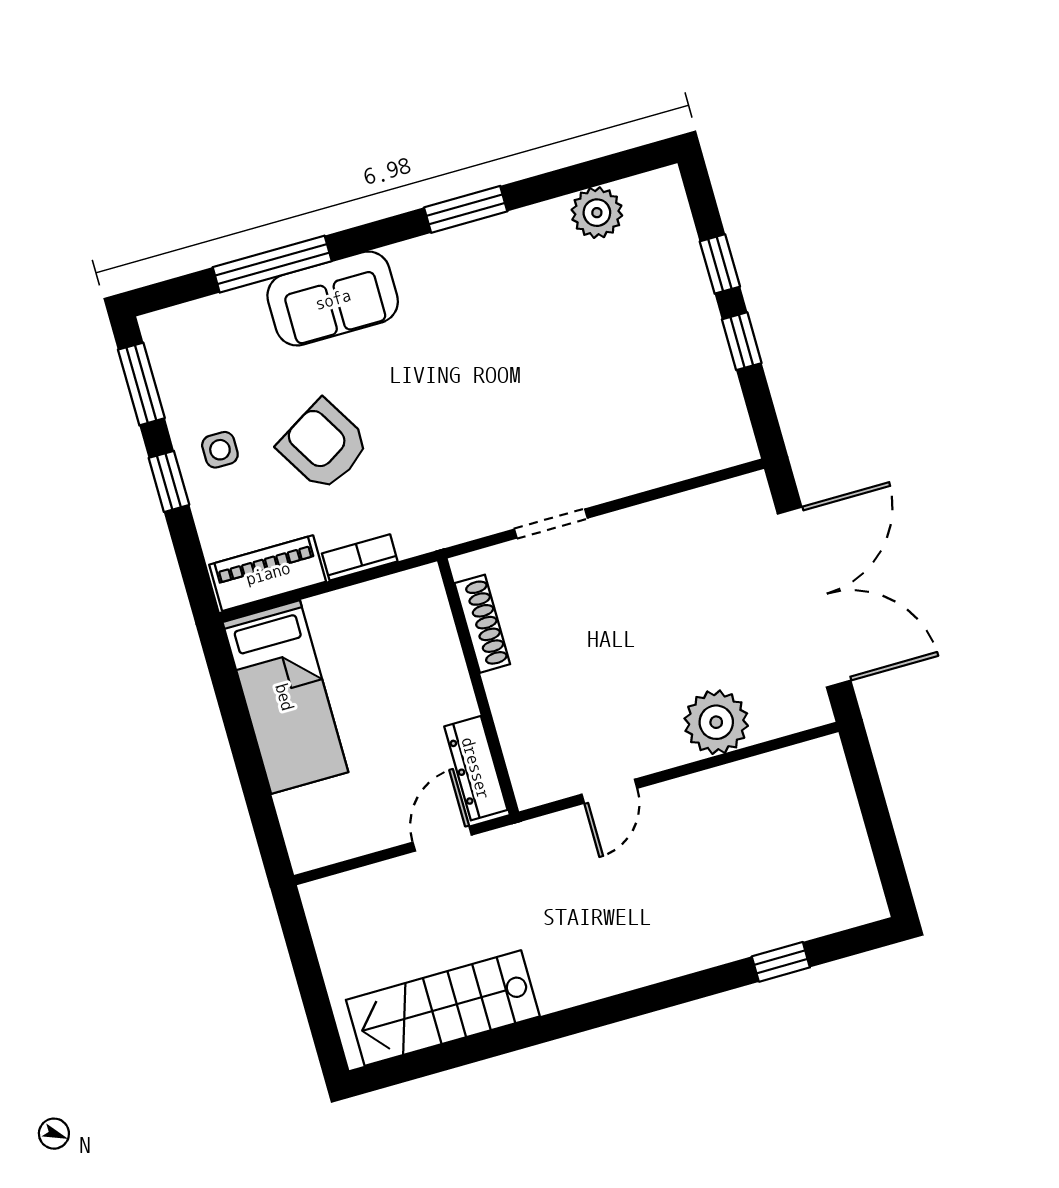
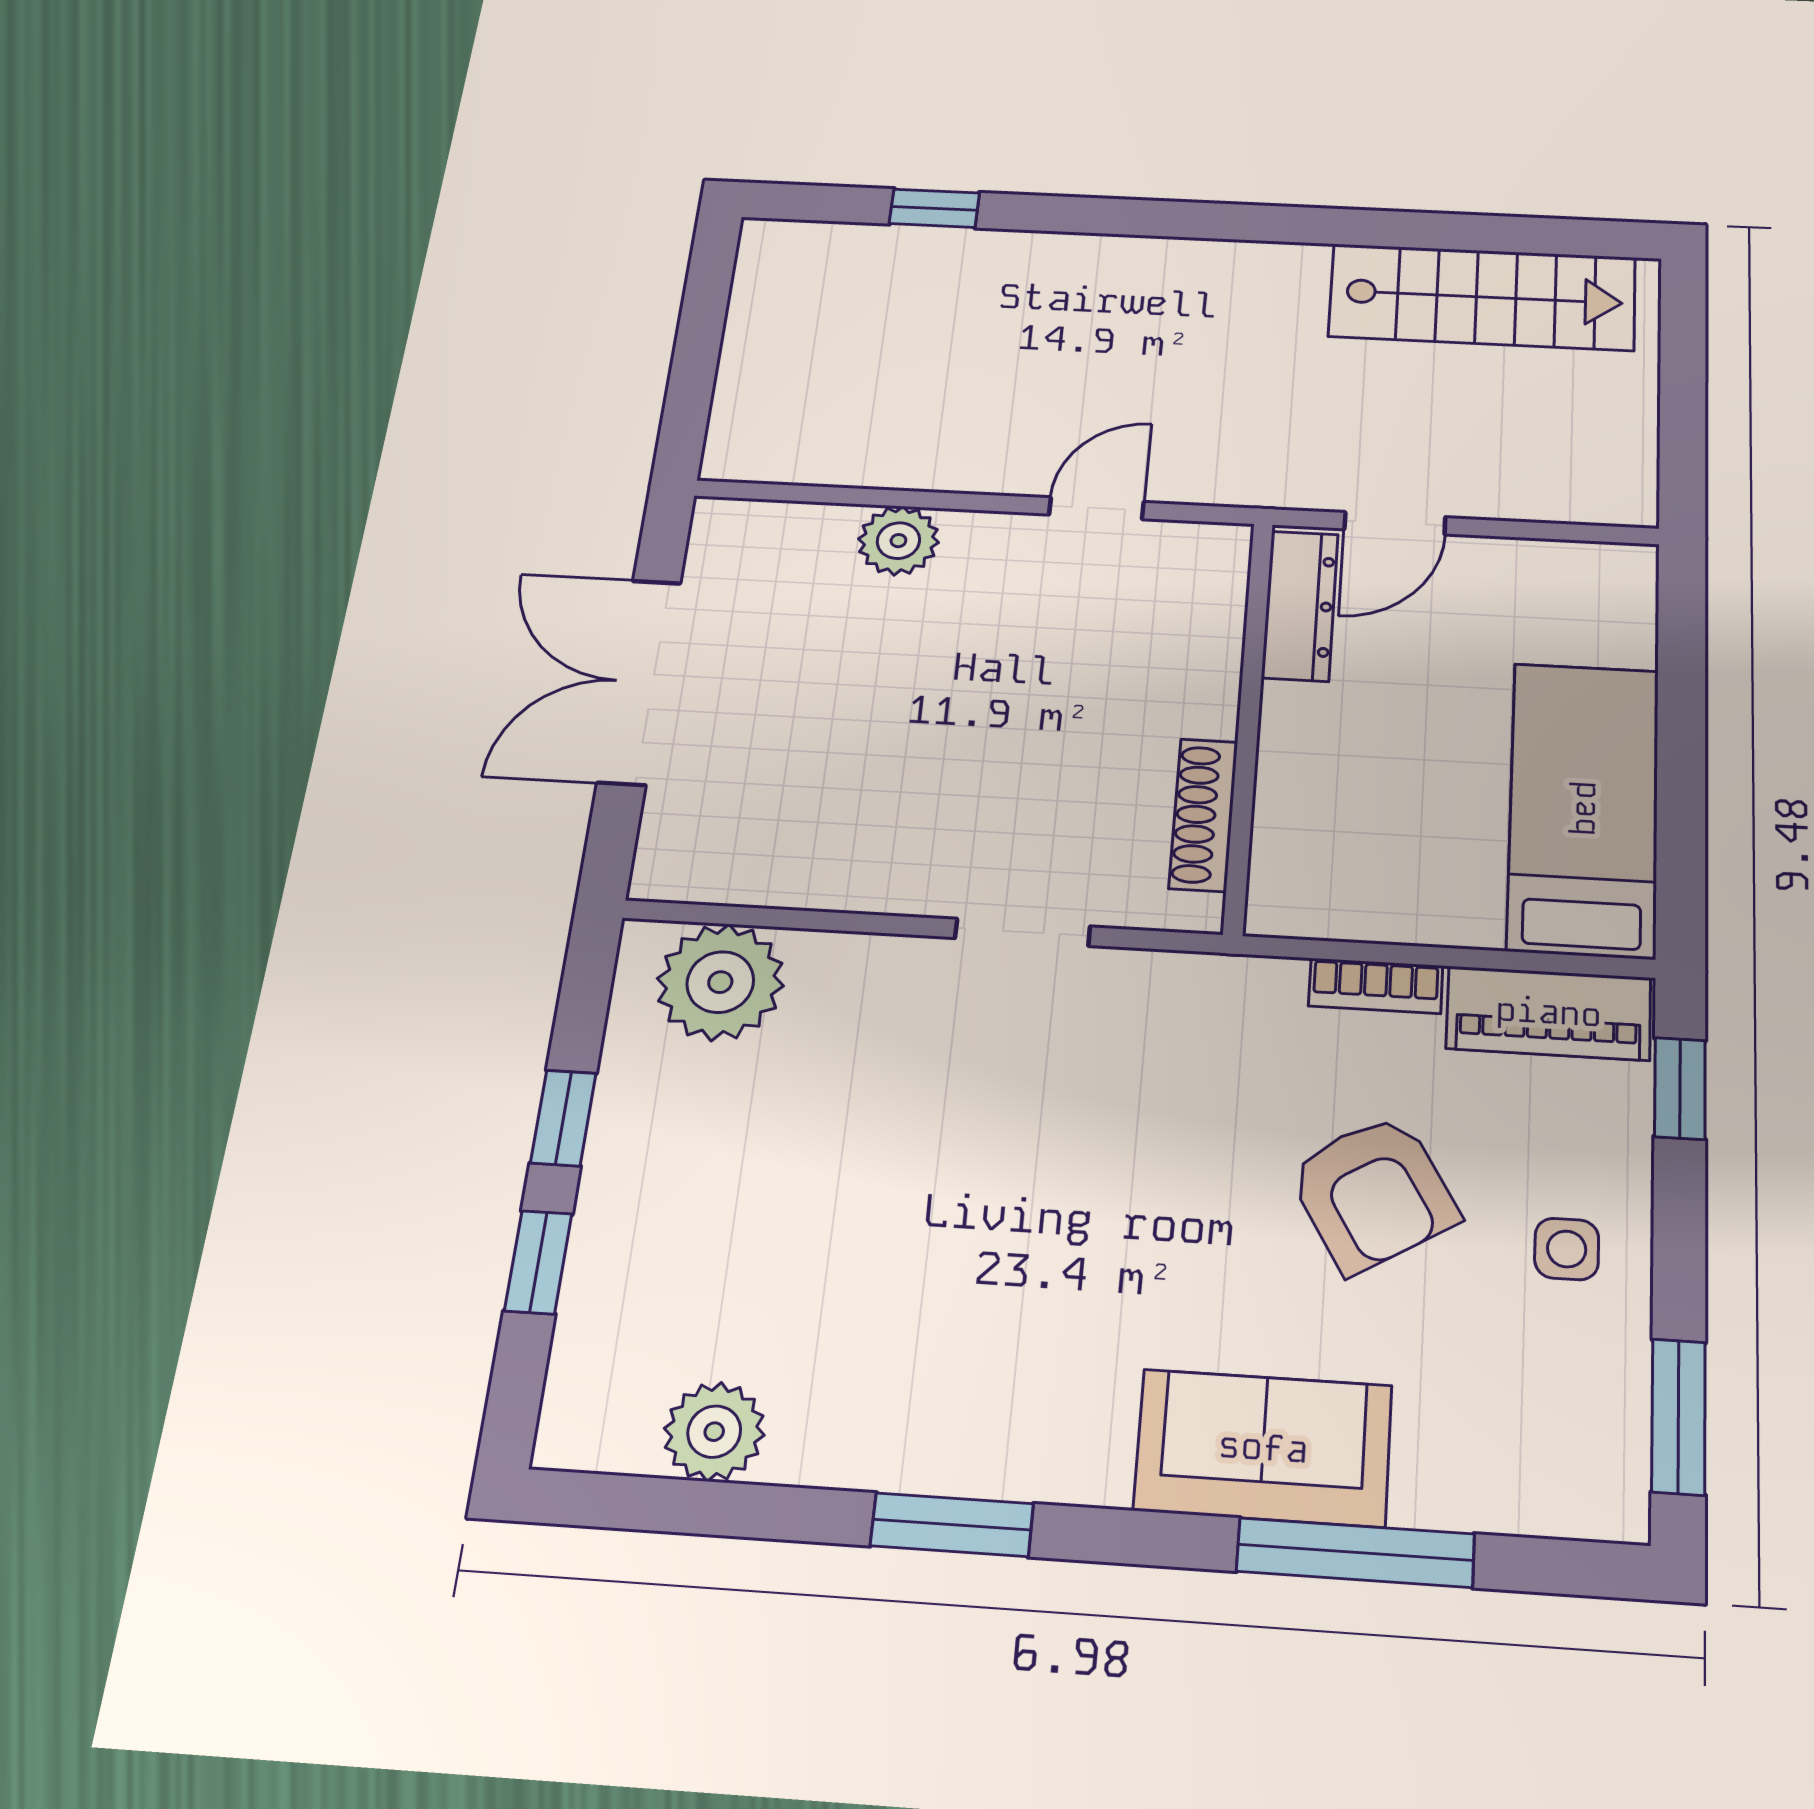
plant: (695, 441) -> (720, 982), added
window: (169, 481) -> (1680, 1088), moved
double door: (814, 597) -> (639, 682), width x0.73
plant: (716, 722) -> (898, 541), width x0.73, depth x0.73

